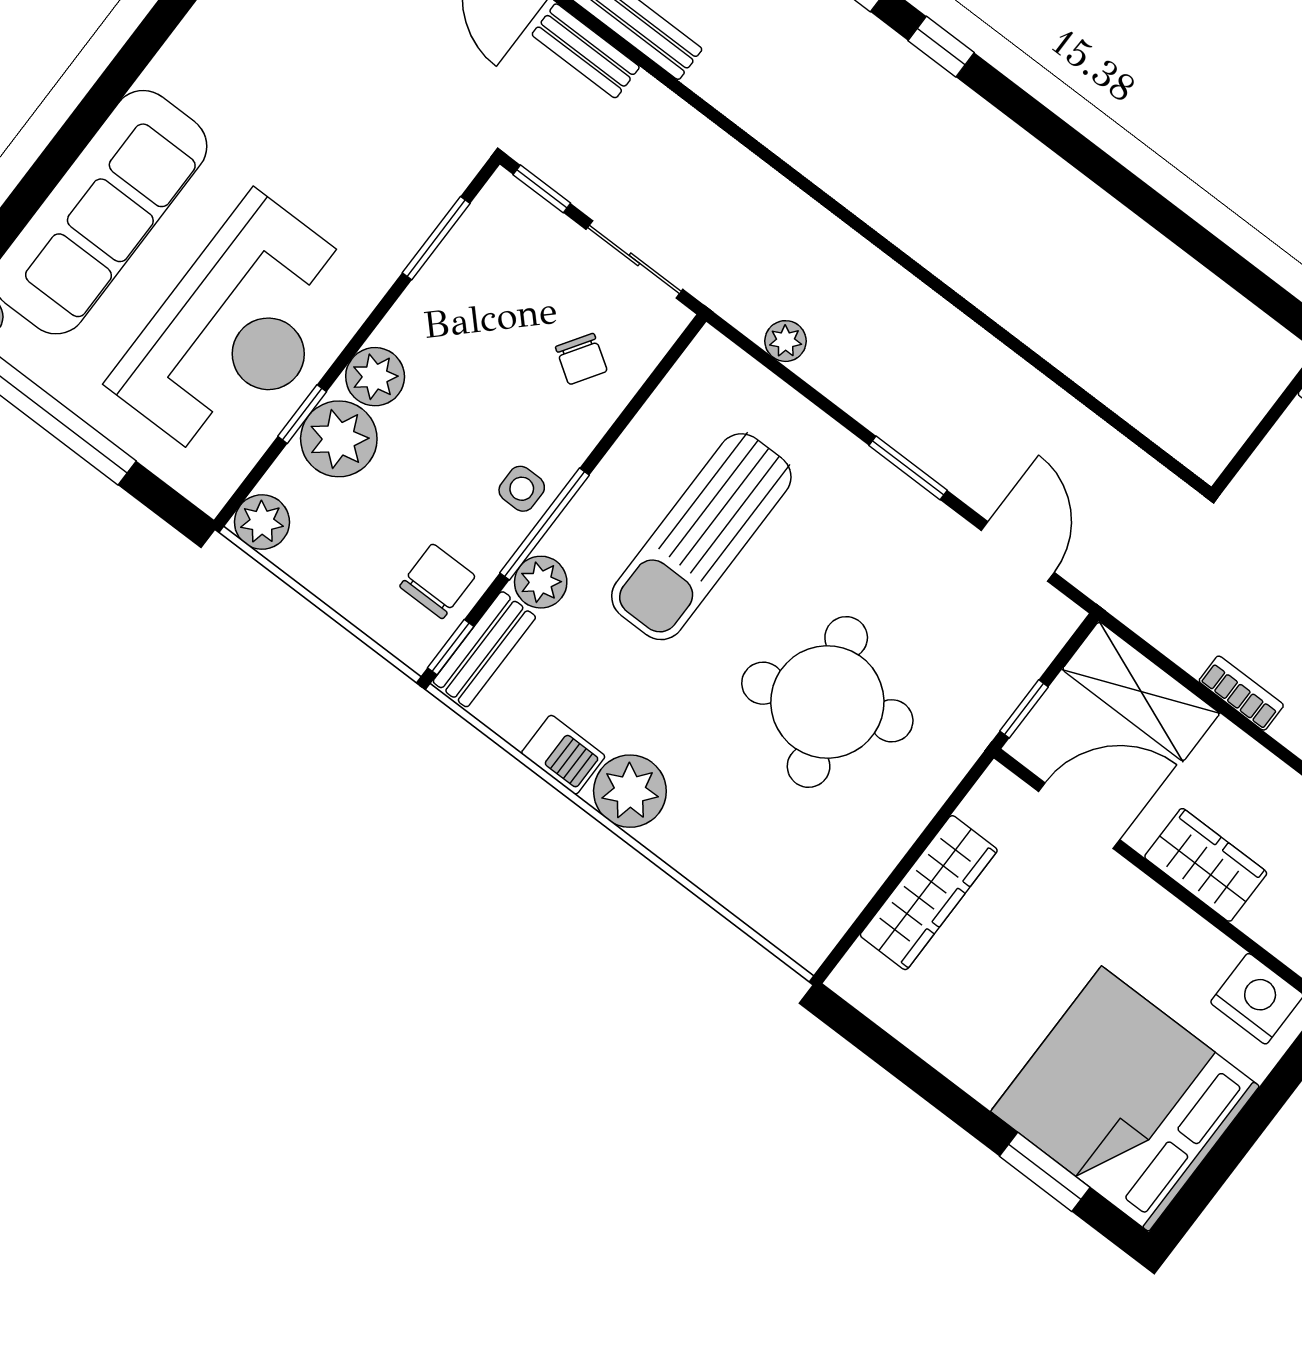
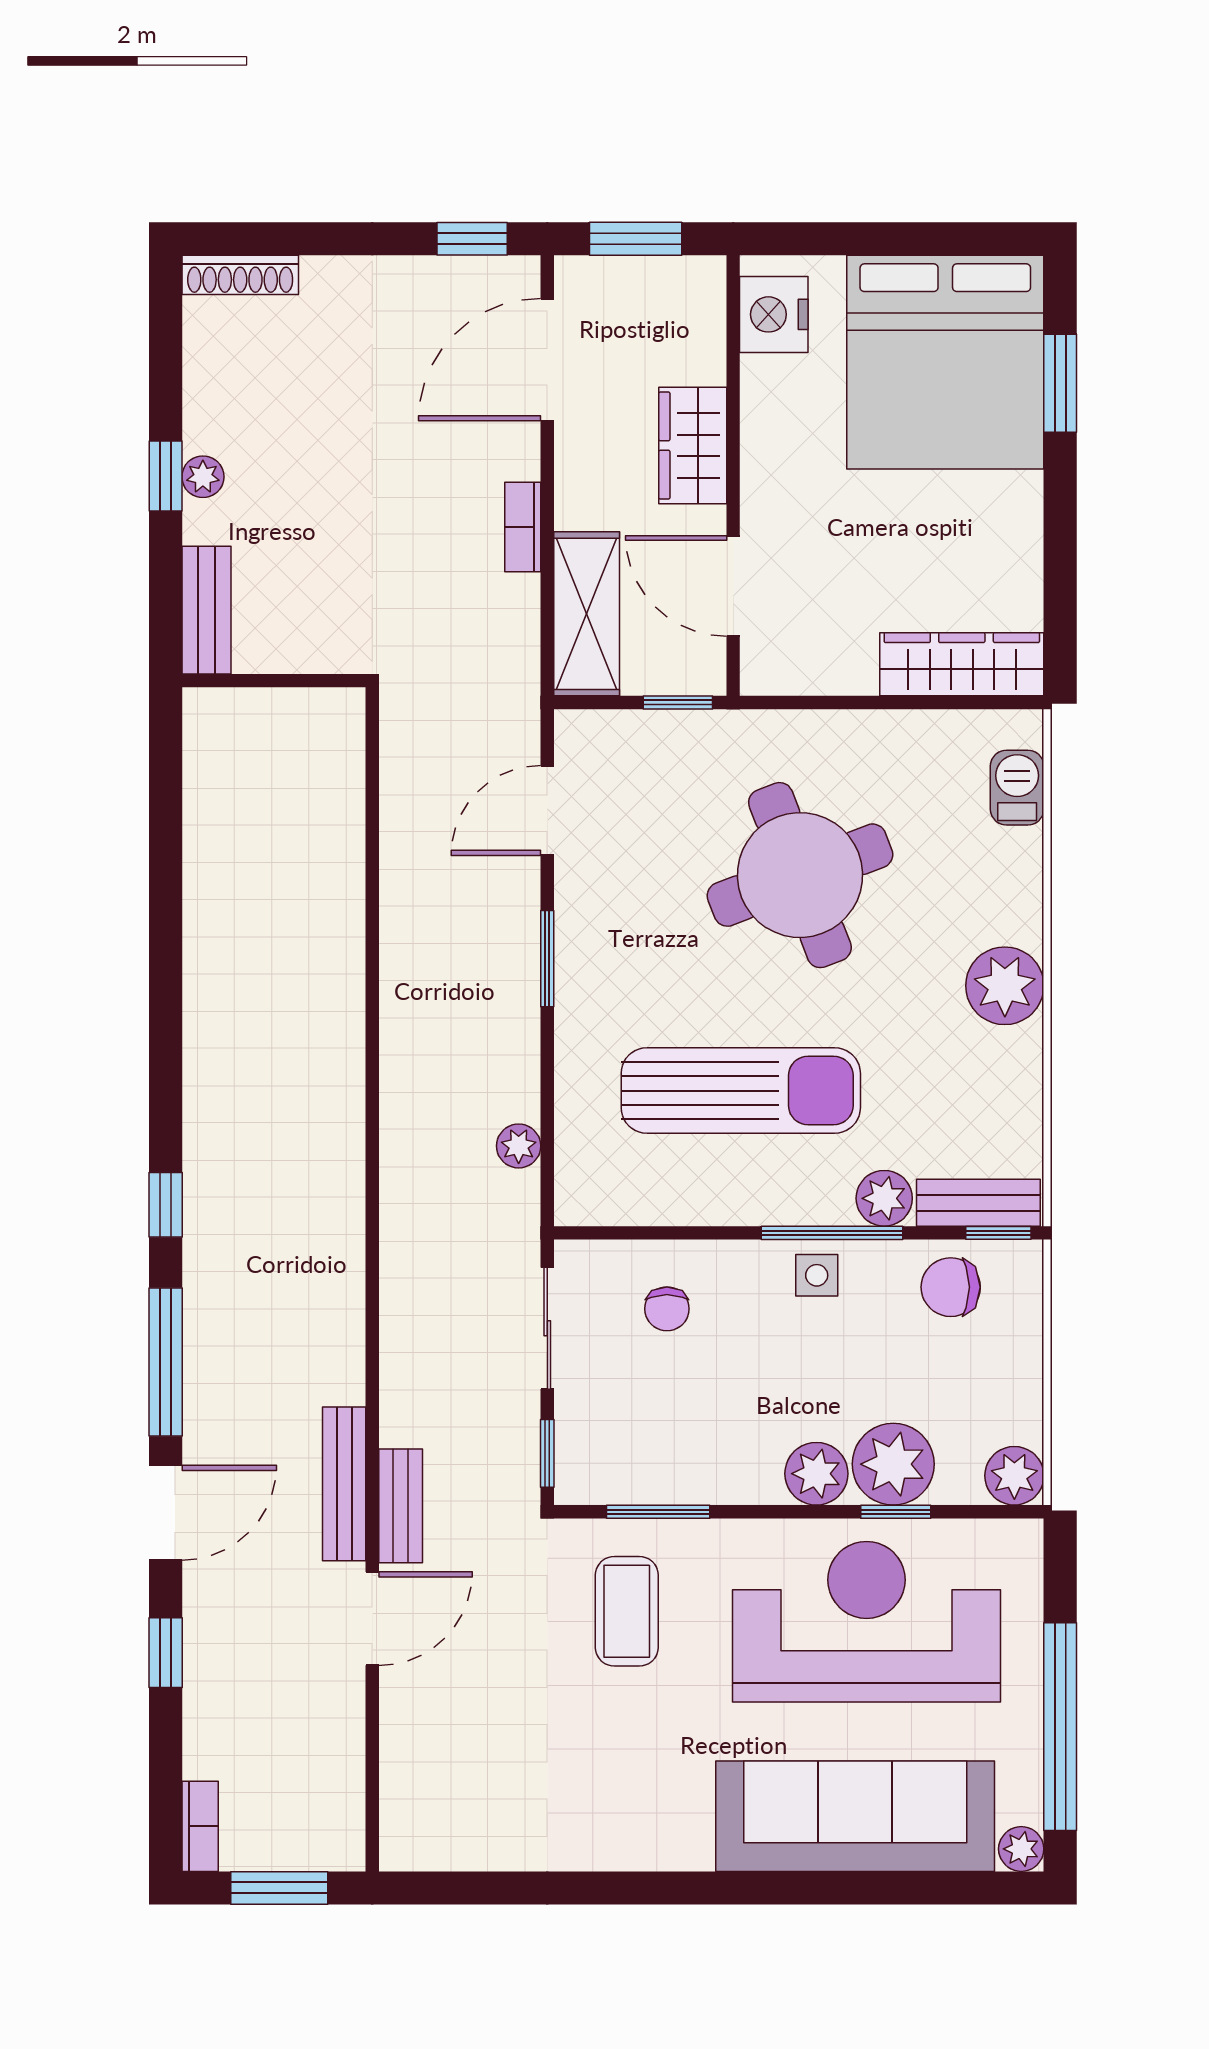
coffee table: (380, 159) -> (627, 1611), added
chair: (581, 359) -> (667, 1309), turned 147
barbecue: (563, 755) -> (1017, 788), moved
wardrobe: (929, 893) -> (962, 664), moved

